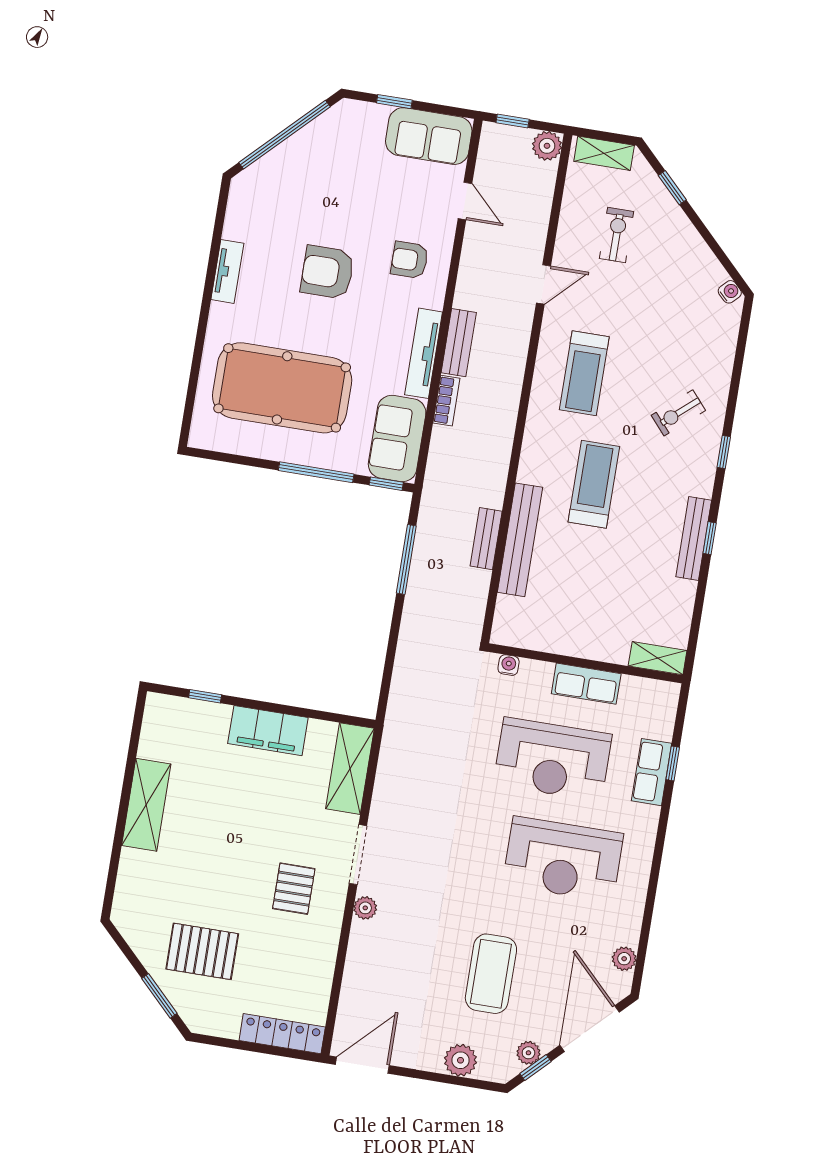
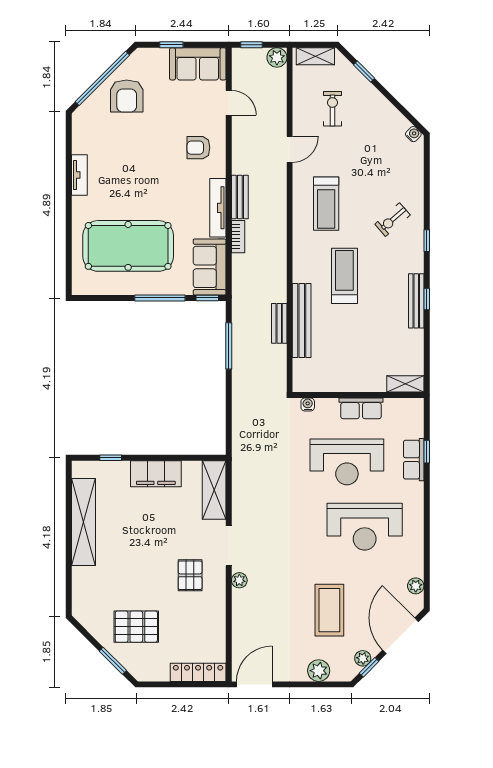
armchair: (327, 272) -> (127, 96), moved, turned -90
shelving: (146, 805) -> (84, 522), width x1.47

